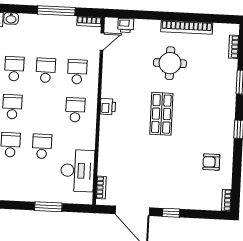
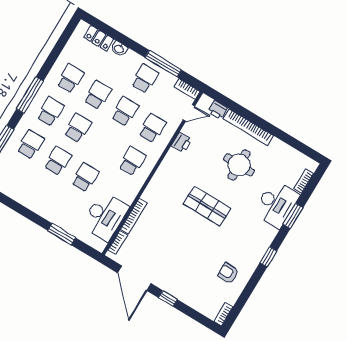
bookcase: (187, 27) -> (248, 127), moved
school desk: (48, 32) -> (145, 79), added
desk: (221, 79) -> (276, 204), added
printer: (108, 107) -> (182, 142), moved
shop shelf: (161, 114) -> (207, 206), turned 90
bookcase: (103, 157) -> (134, 216), added

